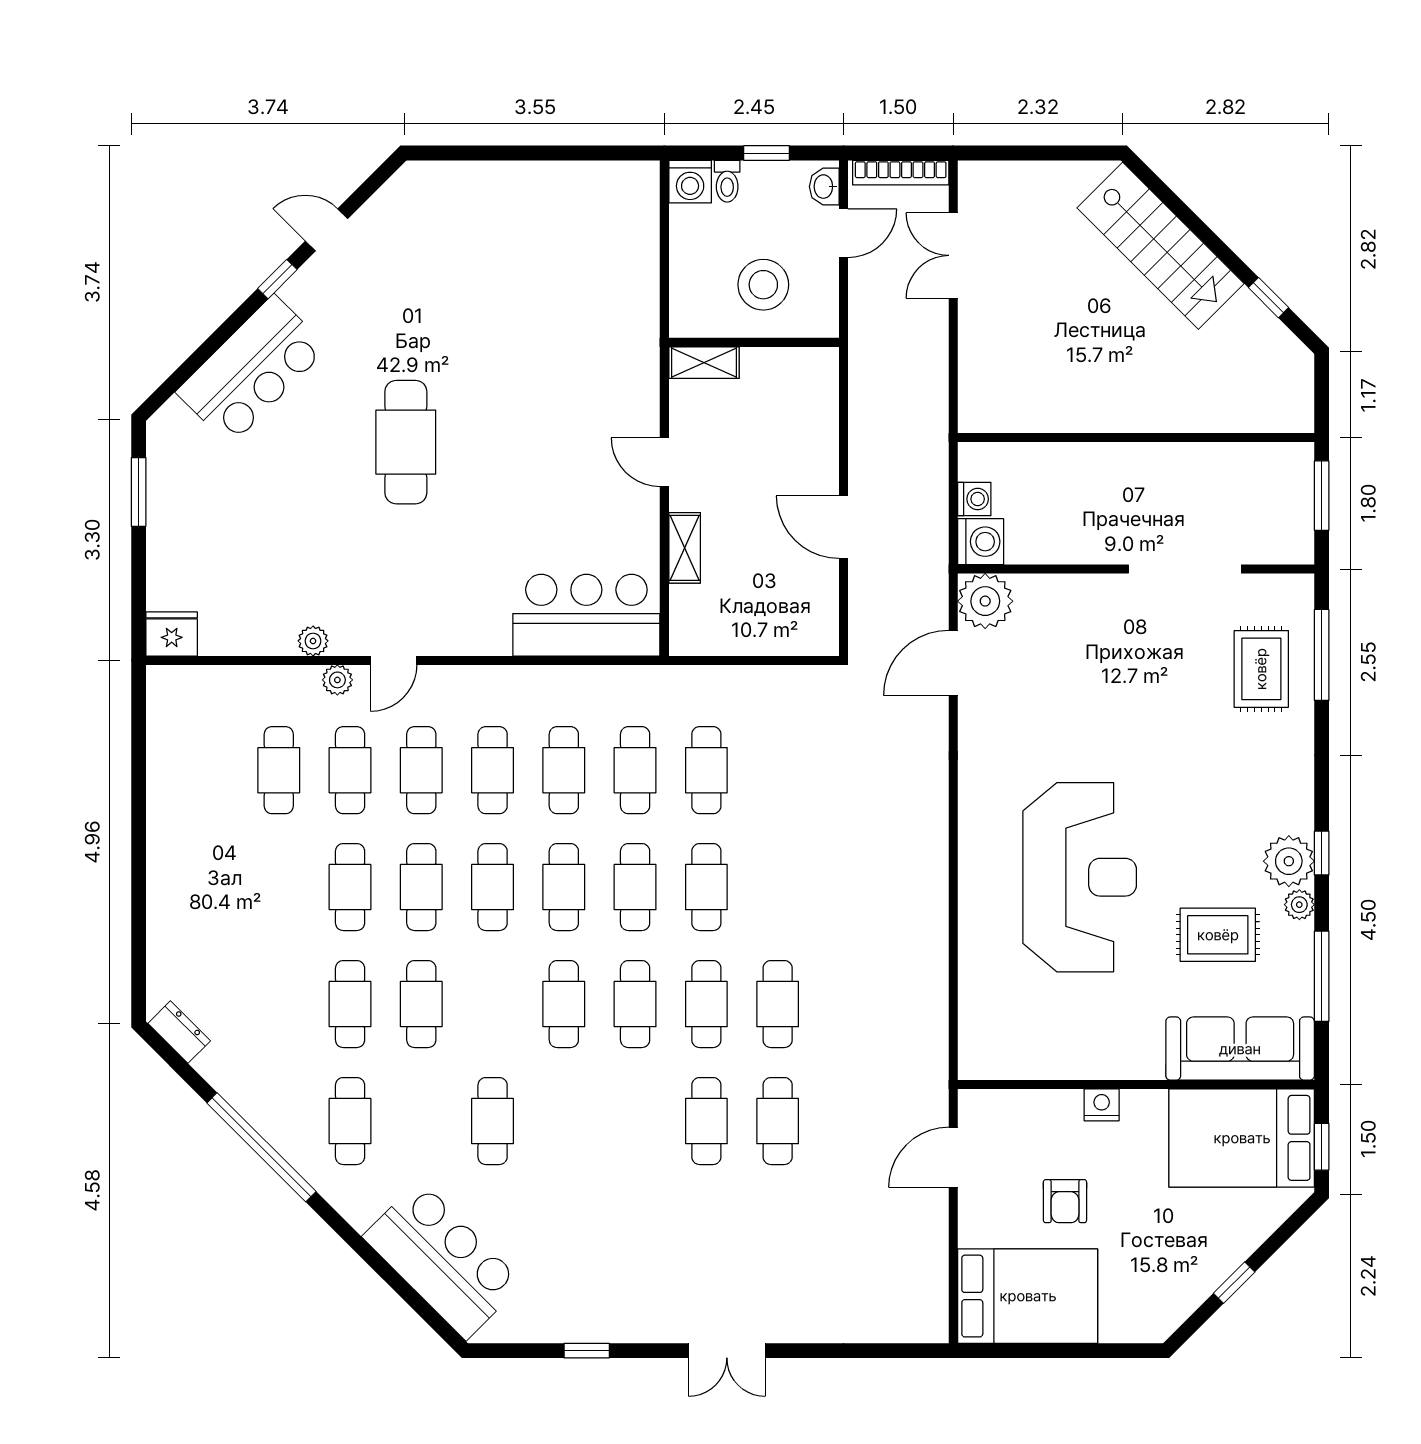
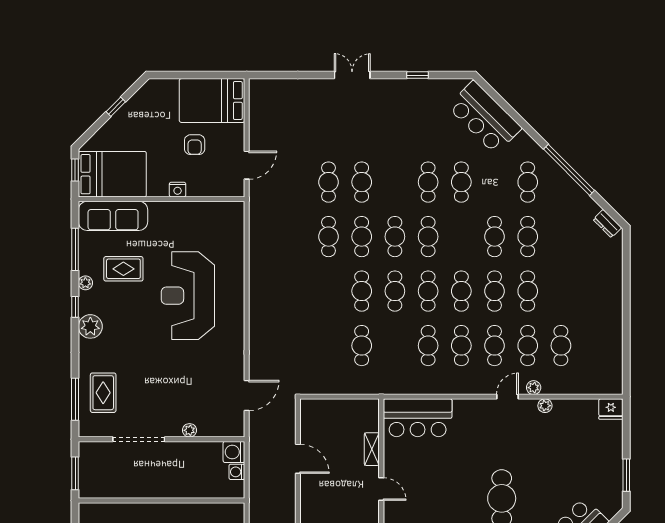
plant: (985, 601) -> (189, 430), moved, width x0.53, depth x0.53
cafe table: (635, 770) -> (428, 182), moved
plant: (1289, 861) -> (90, 326), moved
armchair: (1065, 1201) -> (195, 145), turned 180

